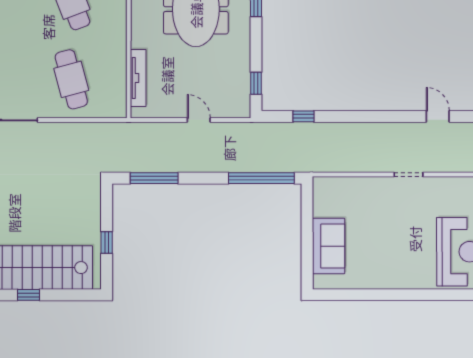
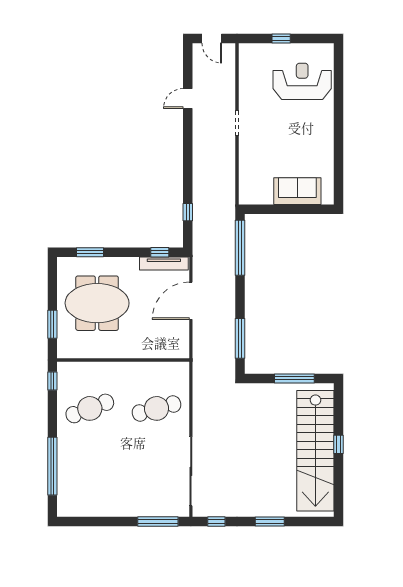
tv unit: (138, 78) -> (164, 263), moved, turned 180
door: (199, 120) -> (191, 301), width x1.87
window: (107, 243) -> (294, 378), width x2.17

